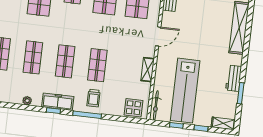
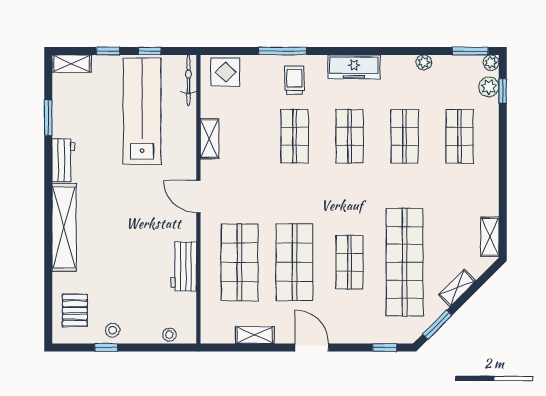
door: (158, 36) -> (198, 197), hinge flipped
workbench: (234, 78) -> (63, 160), moved
plant: (27, 101) -> (424, 62), moved
window: (53, 111) -> (360, 51), removed
window: (87, 115) -> (282, 51), moved

